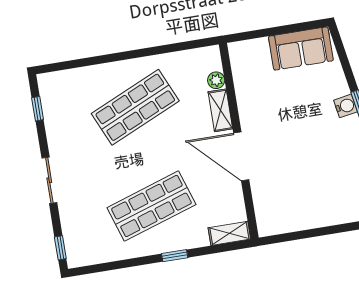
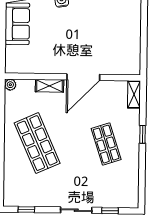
plant: (216, 80) -> (10, 85), moved
shop shelf: (151, 206) -> (106, 144), width x0.70, depth x0.74
window: (60, 248) -> (110, 211), moved

